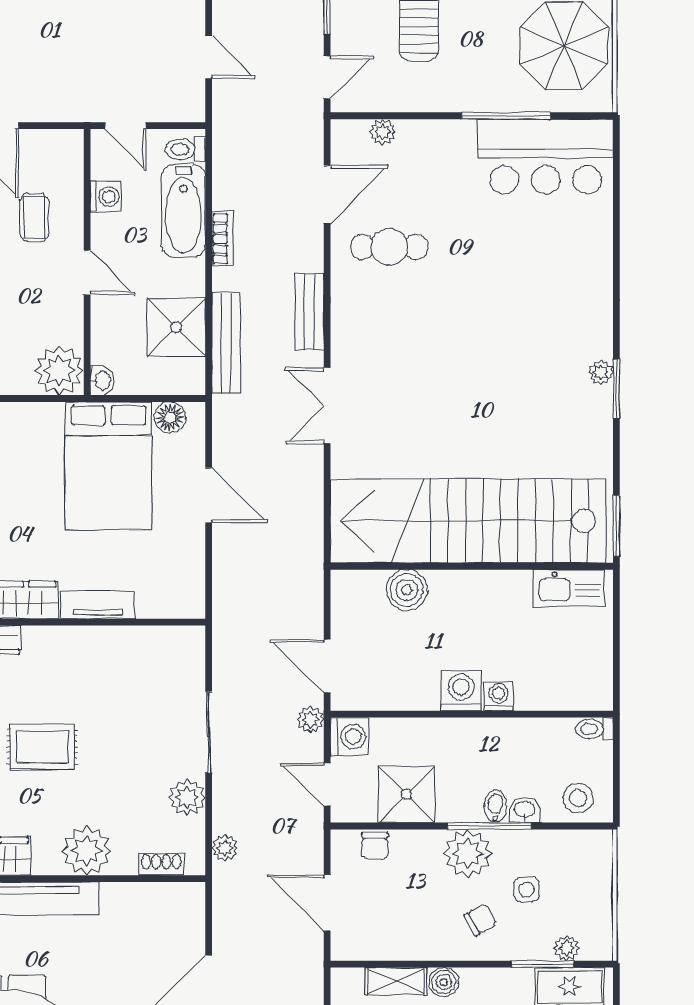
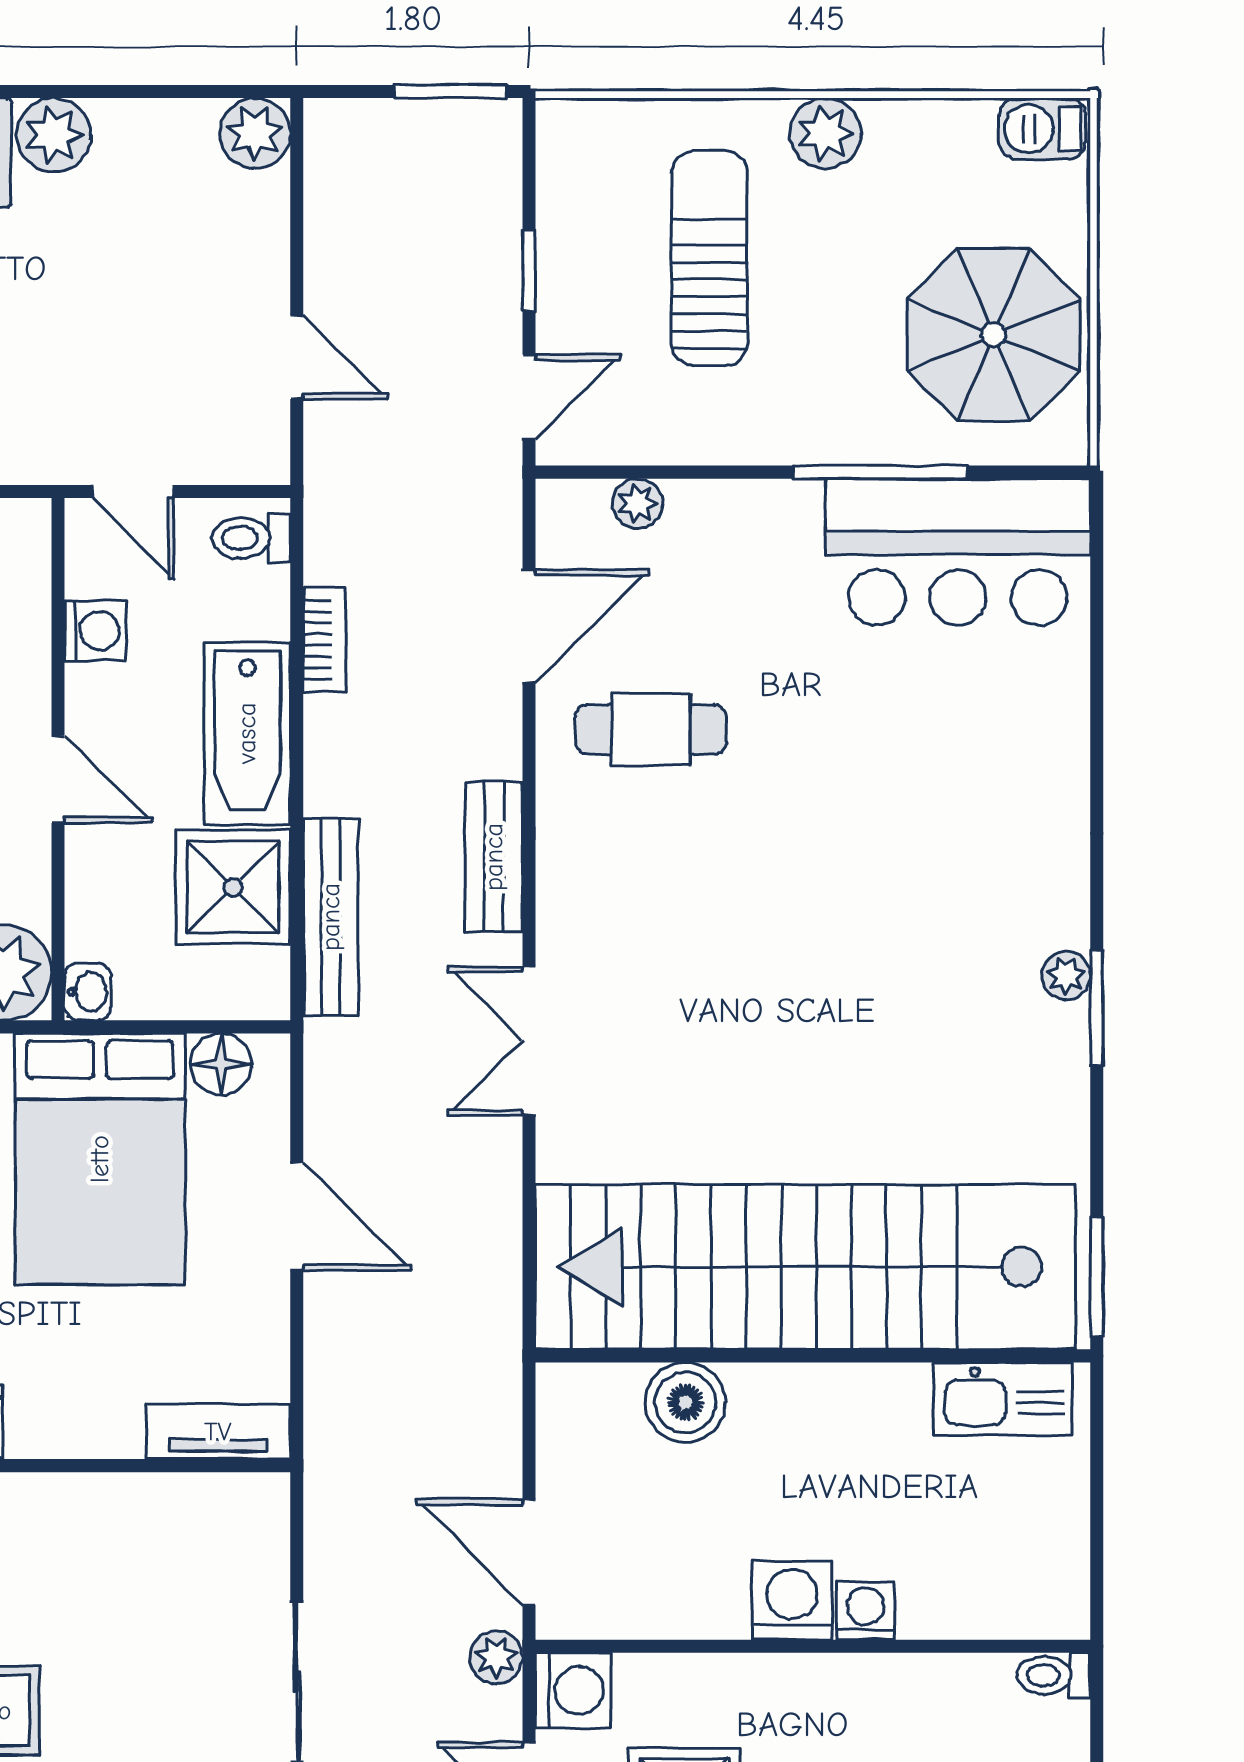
bathtub: (183, 211) -> (247, 733), moved
bookcase: (223, 239) -> (324, 640), moved
tv unit: (98, 605) -> (218, 1432), moved

